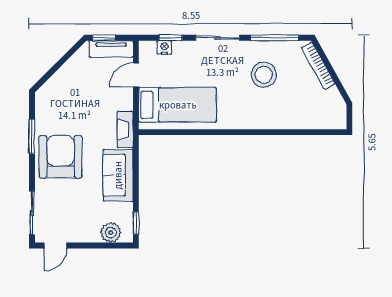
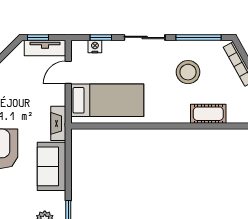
cot: (285, 119) -> (208, 114), added

